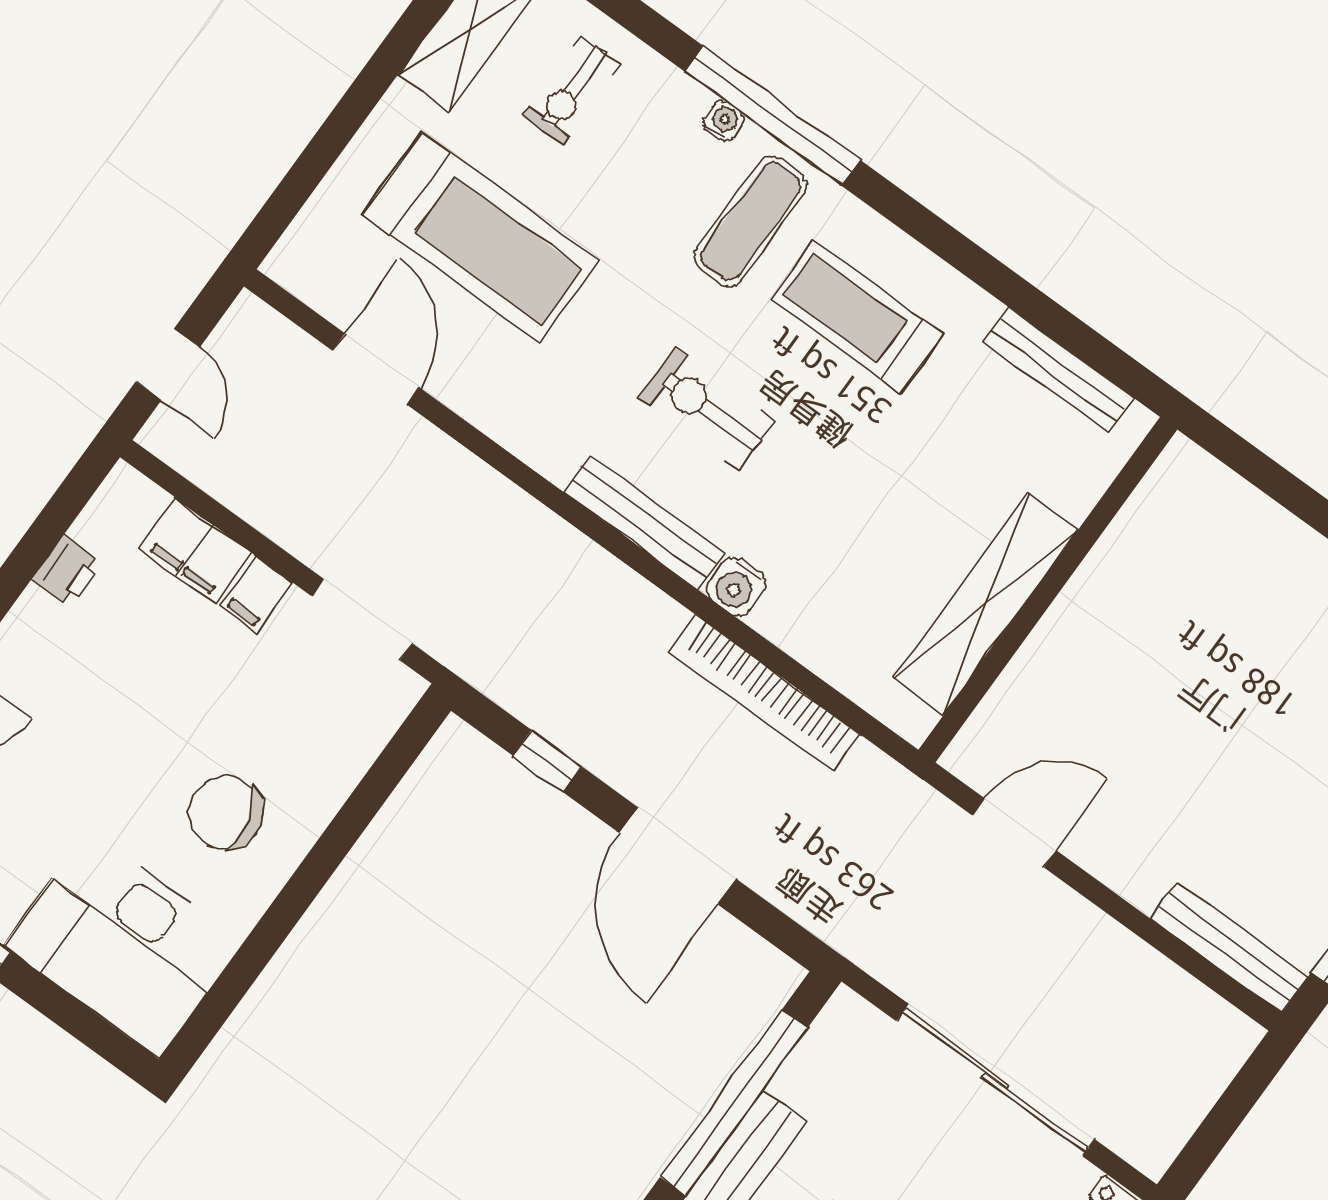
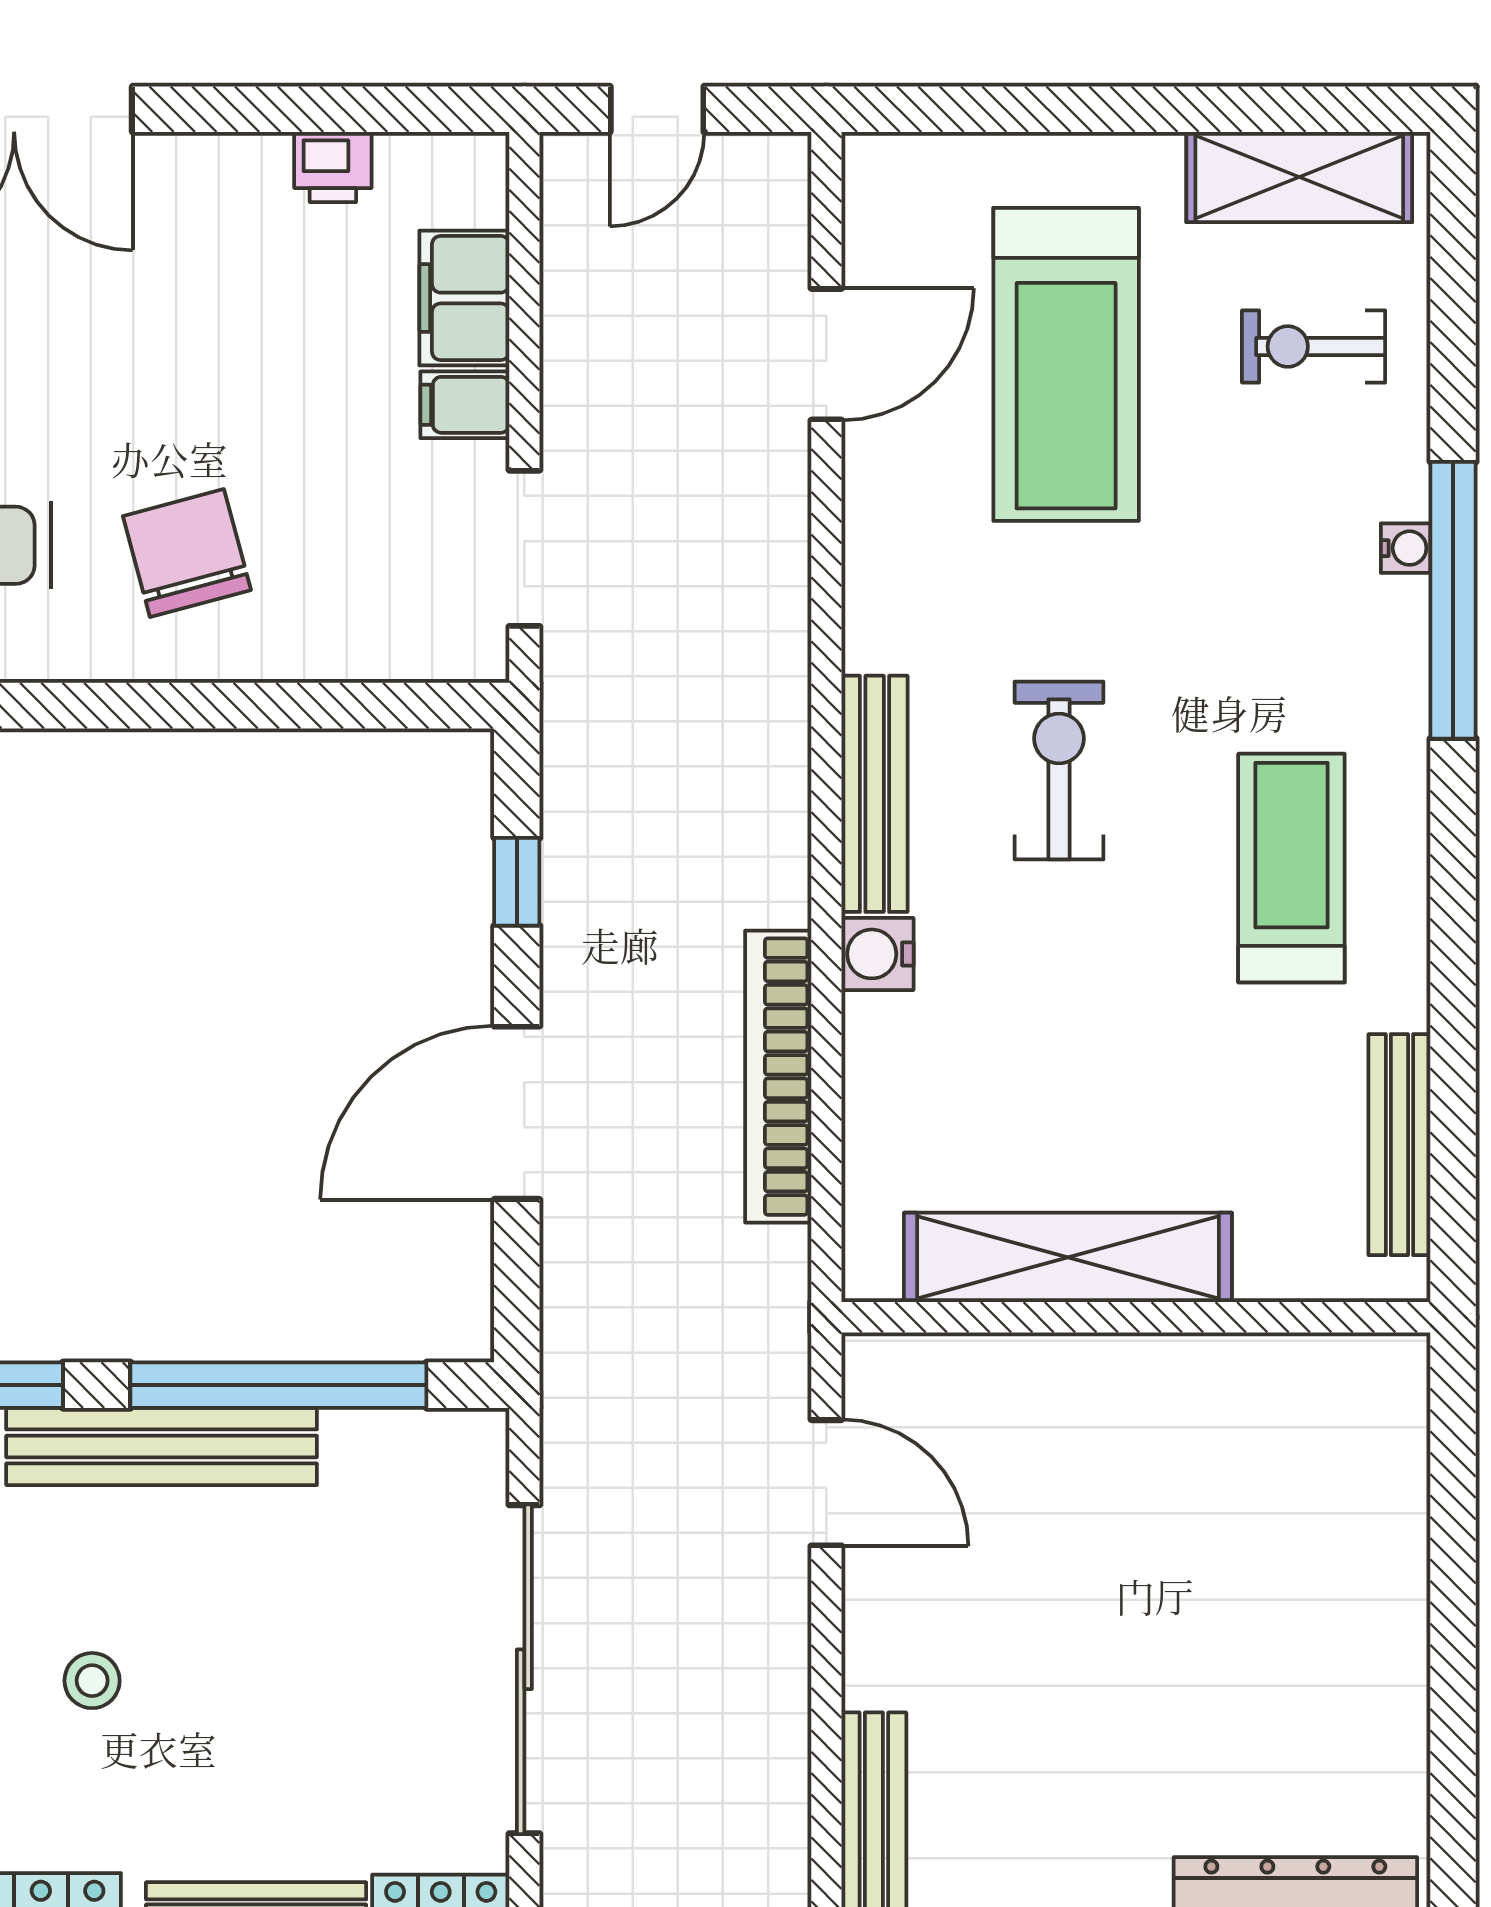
exercise mat: (751, 221) -> (1313, 663), removed

